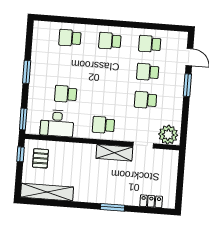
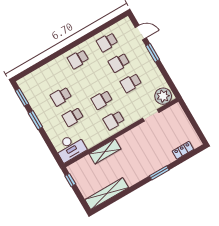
school desk: (70, 38) -> (61, 96), moved
school desk: (106, 97) -> (102, 100), added
window: (23, 119) -> (22, 97), moved
desk: (57, 123) -> (70, 147), moved
shelving: (114, 153) -> (105, 151), moved
pallet: (40, 158) -> (86, 173), removed

